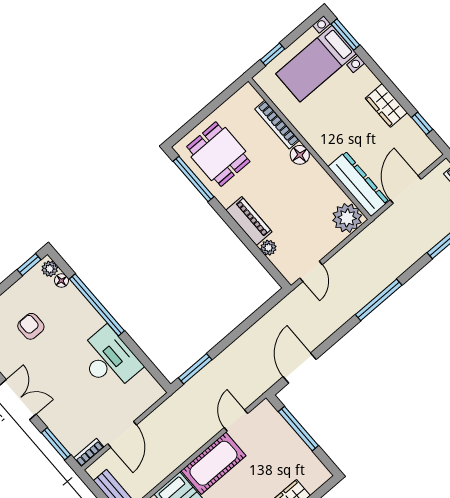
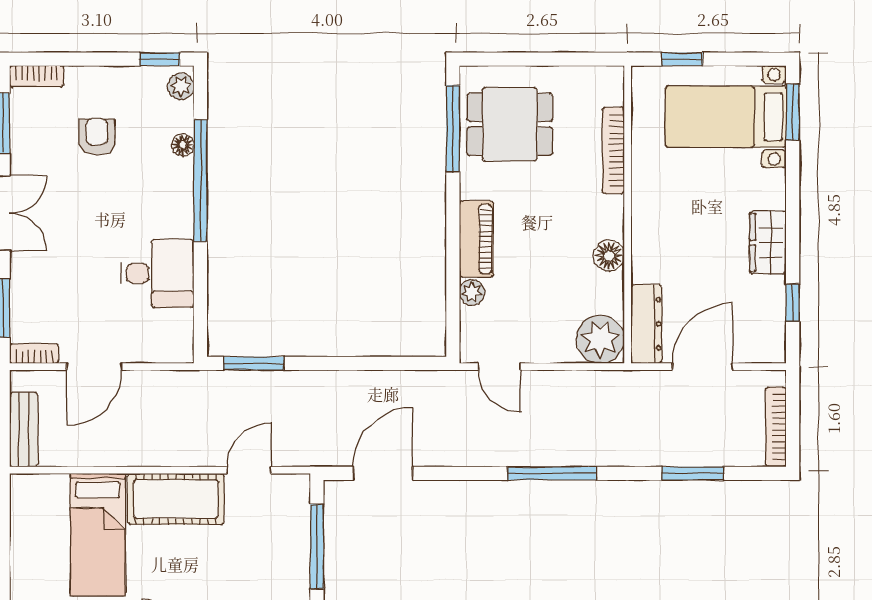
dining table: (218, 154) -> (510, 124), turned 90
floor lamp: (300, 155) -> (609, 256), moved
dresser: (358, 184) -> (646, 324), width x0.73, depth x0.80
door: (311, 271) -> (499, 367), hinge flipped
floor lamp: (61, 281) -> (183, 145), moved
desk: (109, 360) -> (157, 273), width x0.73

